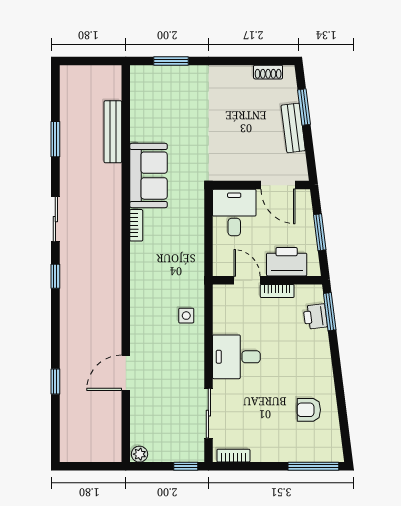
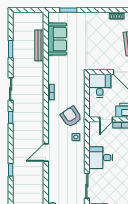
sofa: (148, 176) -> (57, 39), moved
armchair: (177, 275) -> (71, 117), added
door: (247, 280) -> (106, 119), swing flipped
door: (126, 373) -> (46, 153), moved

